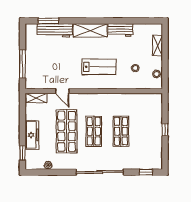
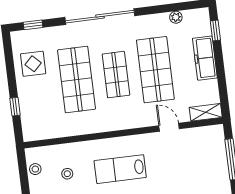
window: (165, 130) -> (15, 107), moved
shop shelf: (121, 131) -> (77, 79), width x1.43, depth x1.36
display table: (149, 146) -> (33, 64), added

